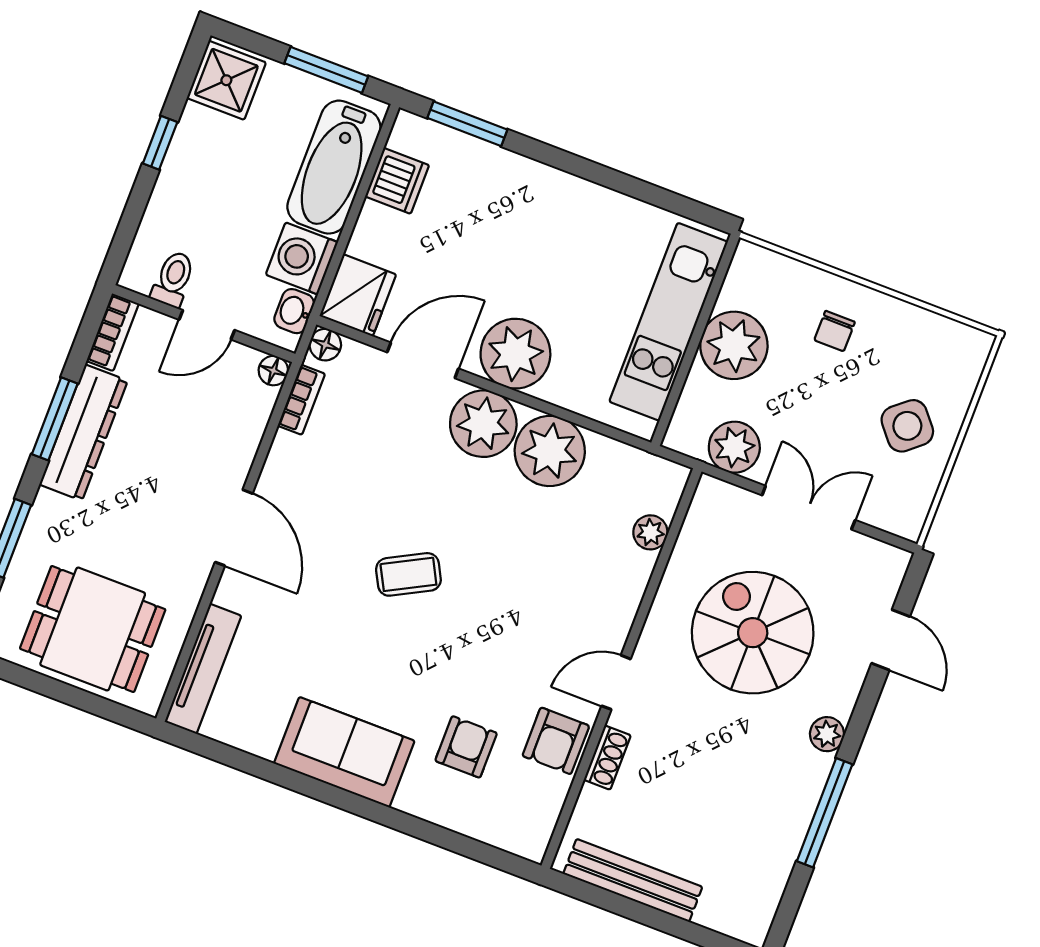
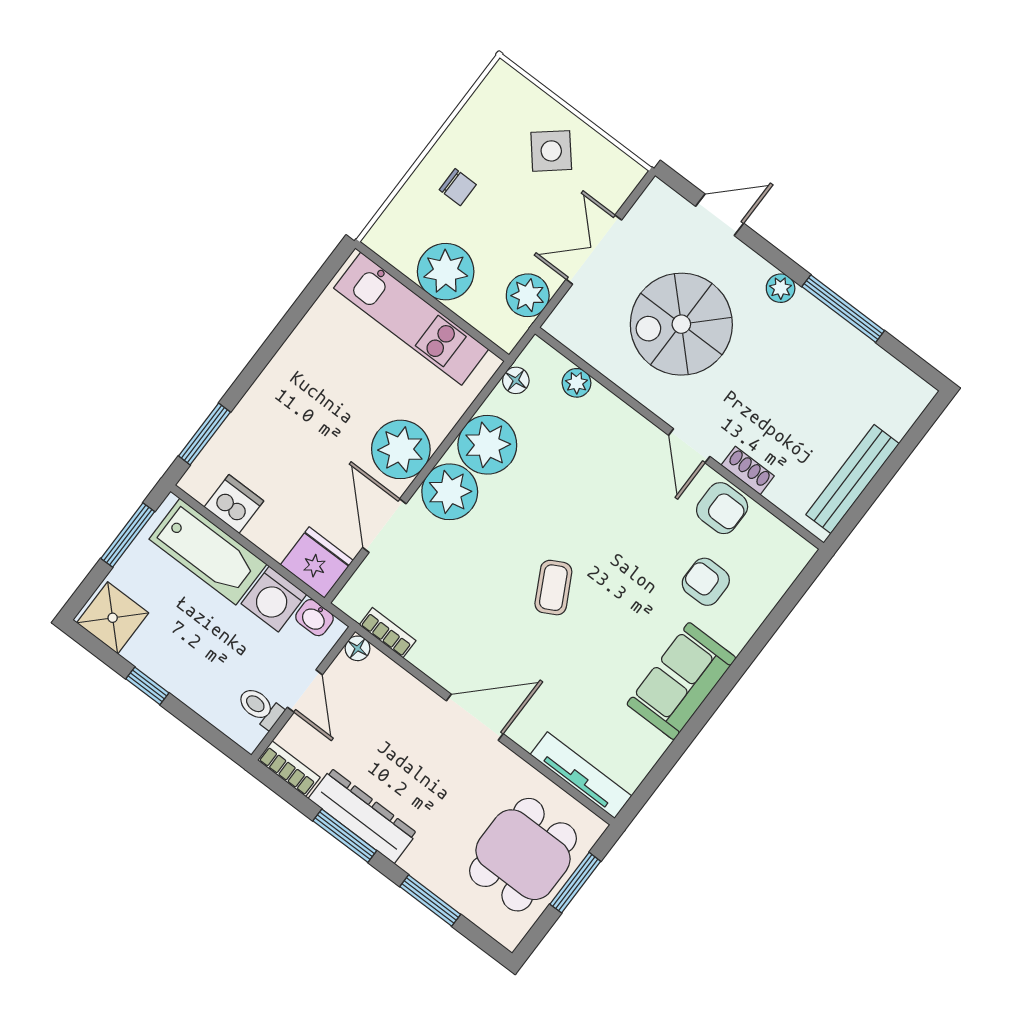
floor lamp: (325, 345) -> (516, 380), moved
window: (78, 698) -> (575, 883), added

